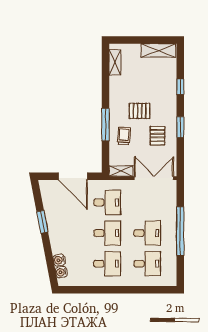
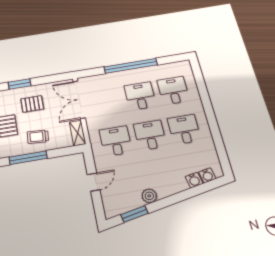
door: (73, 176) -> (94, 182), width x0.53
plant: (52, 220) -> (149, 196), added
window: (42, 222) -> (134, 214), moved

